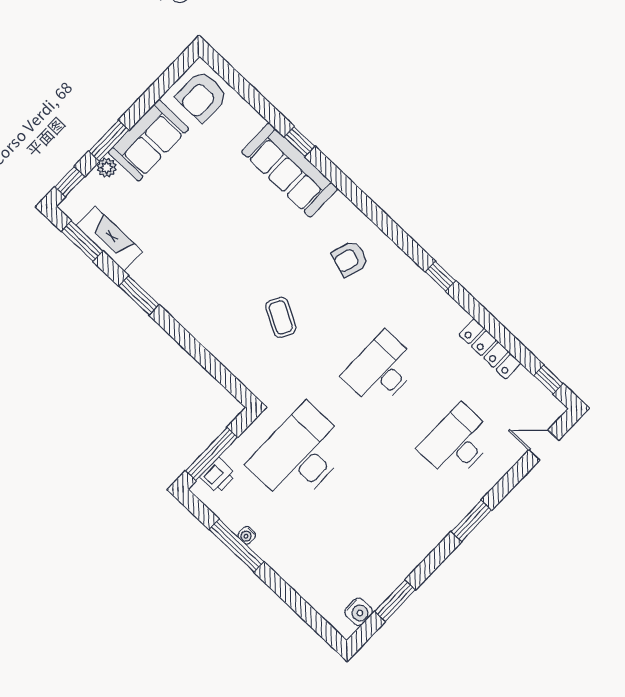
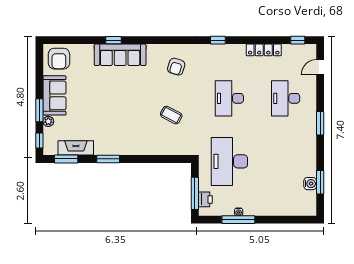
water cooler: (359, 612) -> (310, 184), moved

